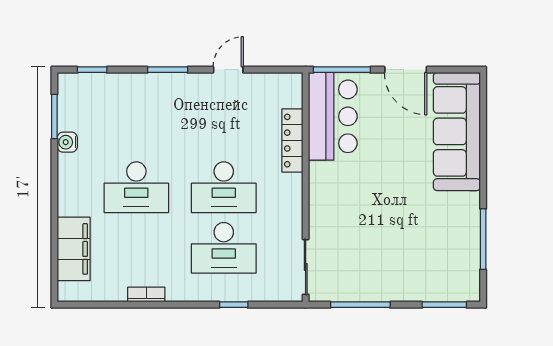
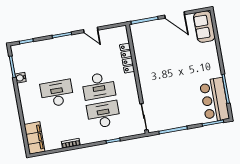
door: (228, 70) -> (91, 30), swing flipped
bar counter: (333, 116) -> (214, 100), moved, turned 180
sofa: (457, 131) -> (204, 27), width x0.54, depth x0.79
desk: (136, 187) -> (57, 93), turned 180
desk: (224, 248) -> (104, 115), turned 180
filing cabinet: (74, 249) -> (34, 138), moved

